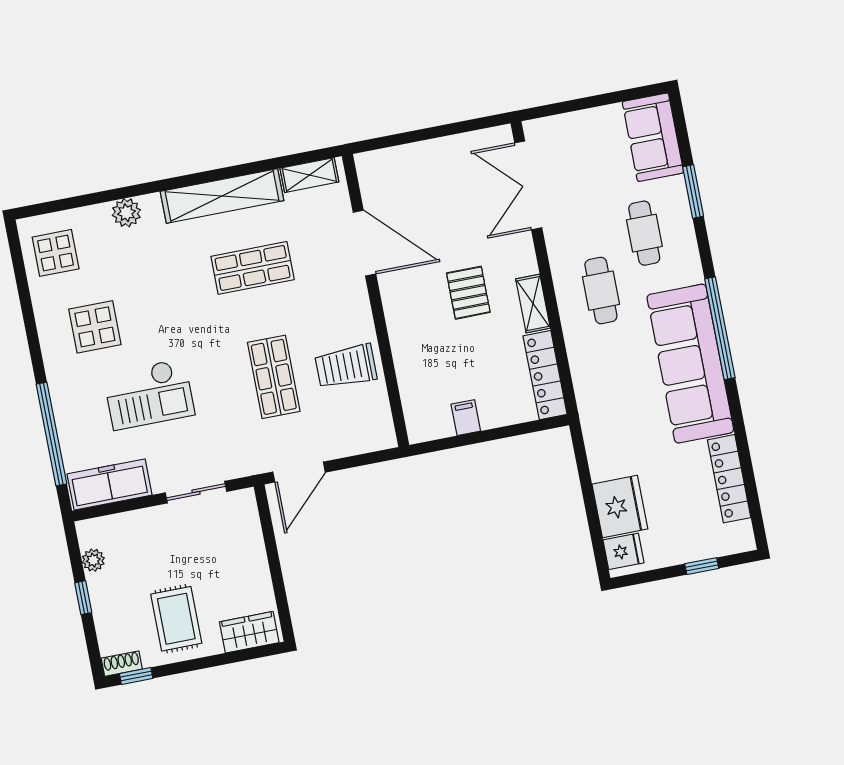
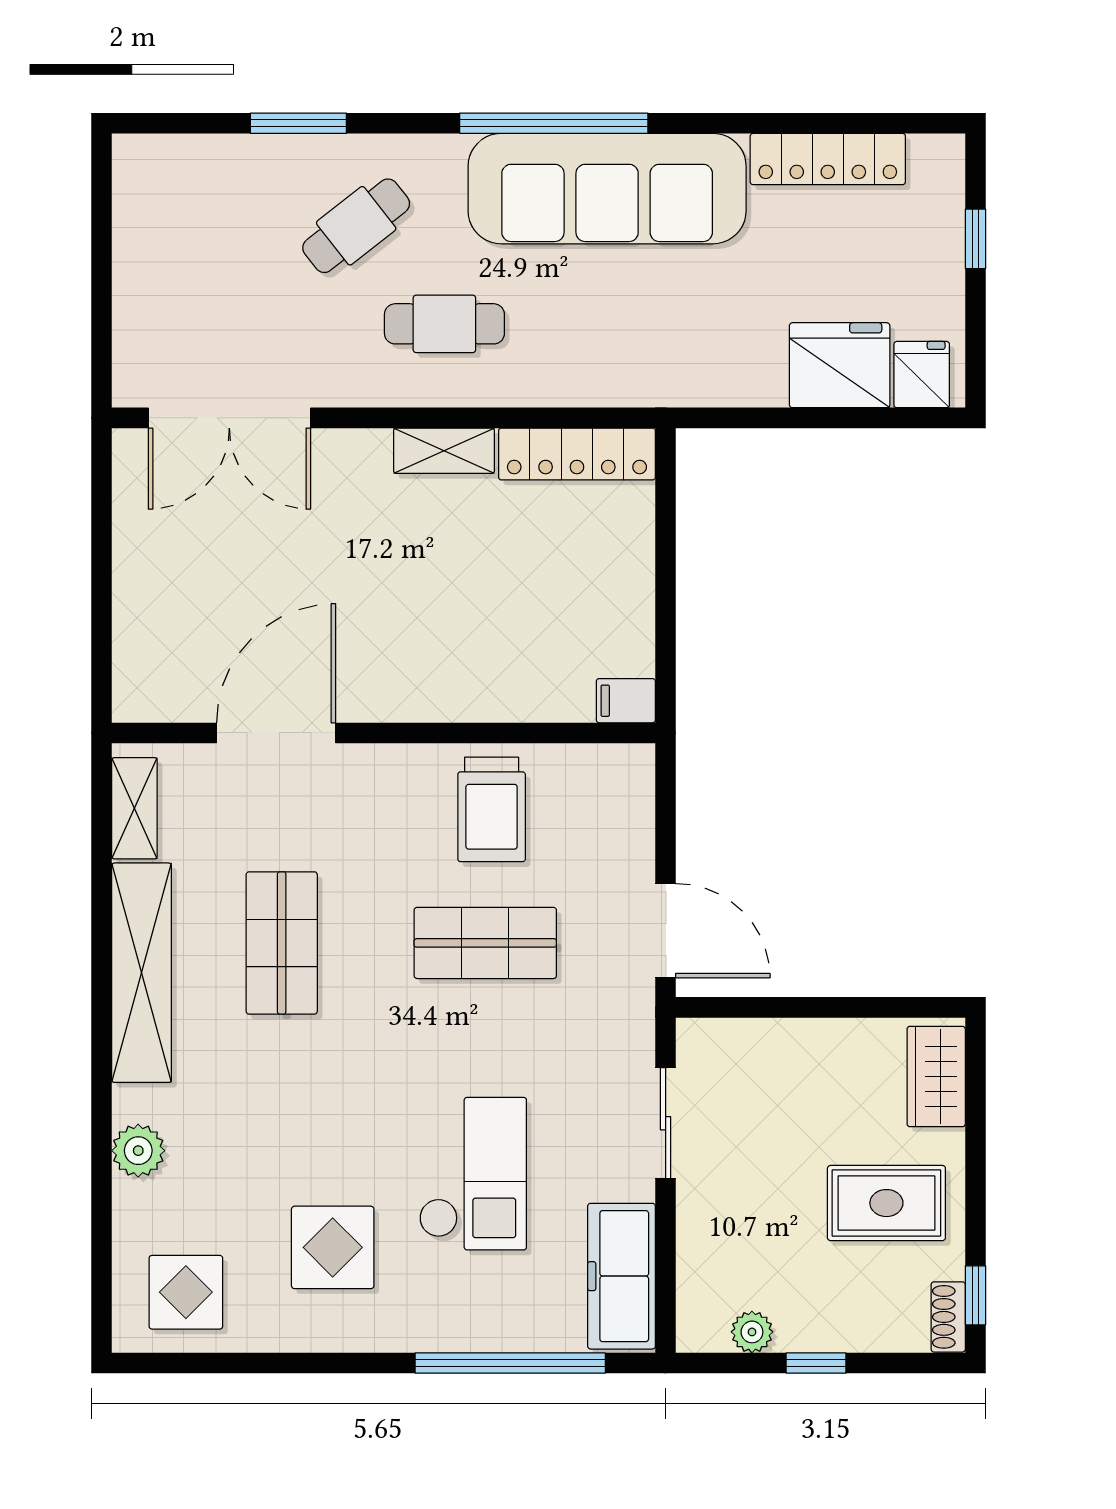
sofa: (653, 137) -> (187, 177), removed
cafe table: (644, 233) -> (356, 226), turned -38
pallet: (468, 293) -> (402, 563), removed
filing cabinet: (466, 418) -> (626, 701), moved

